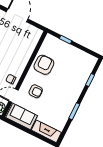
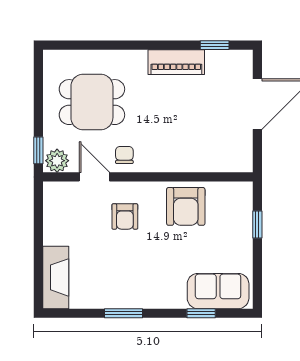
armchair: (44, 65) -> (186, 206), turned 90
sofa: (22, 117) -> (218, 291), moved, turned -90

